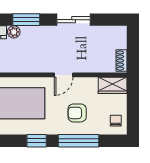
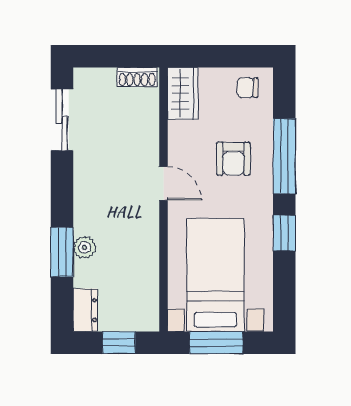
sliding door: (74, 20) -> (62, 120), moved
plant: (14, 32) -> (84, 247), moved

